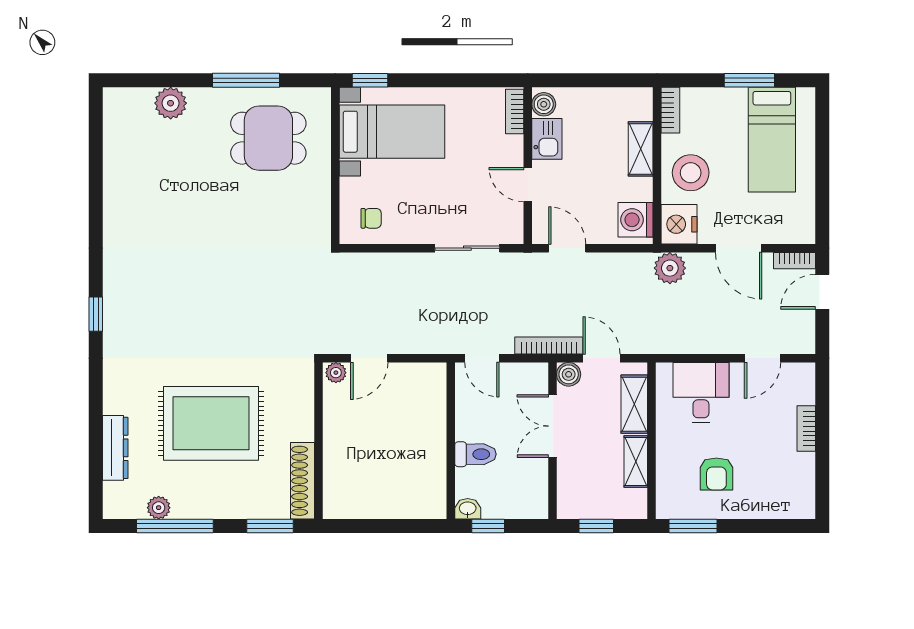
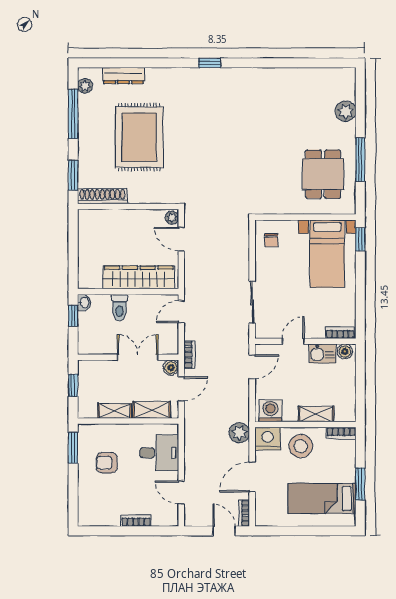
bookcase: (549, 345) -> (189, 355), width x0.64
wardrobe: (429, 424) -> (139, 277), added
plant: (159, 508) -> (85, 86), moved

